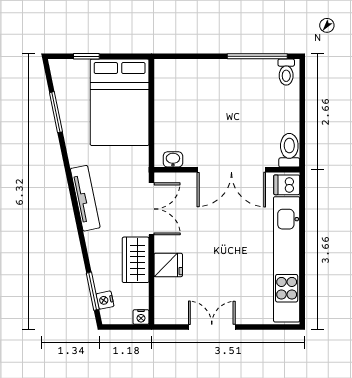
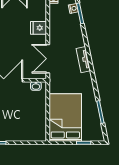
tv unit: (85, 198) -> (83, 60), width x0.71
wardrobe: (136, 260) -> (56, 31), removed

